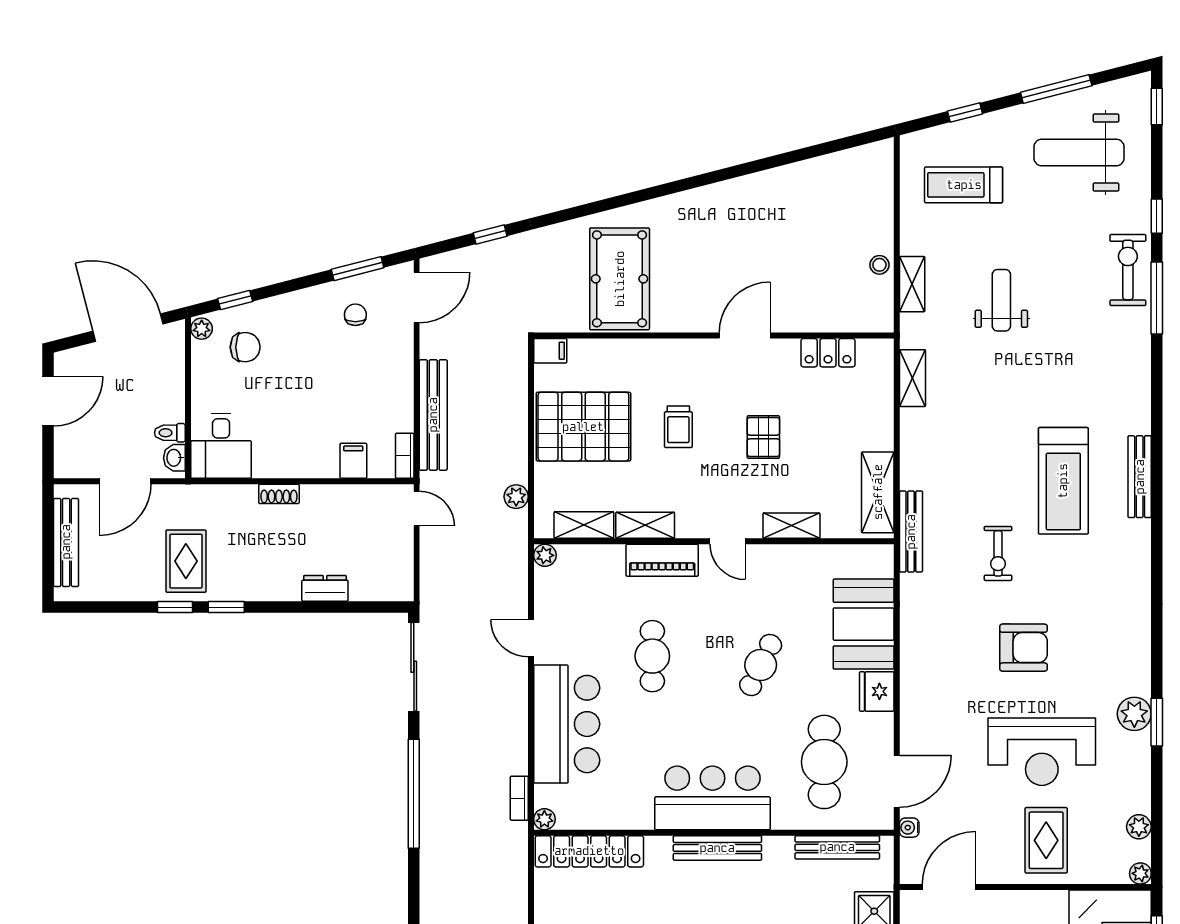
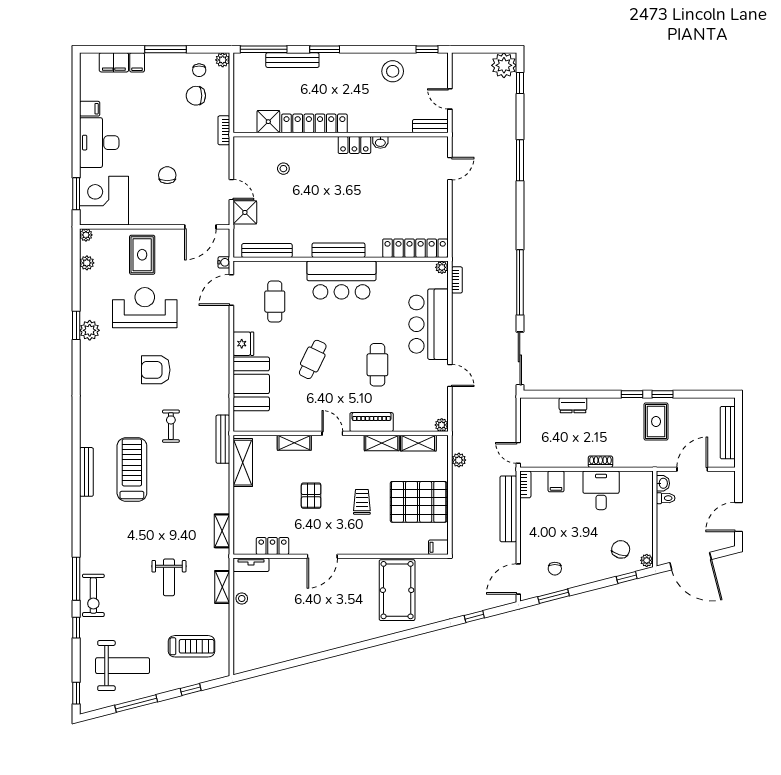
tv unit: (864, 321) -> (251, 565), added
chair: (245, 347) -> (621, 549), turned 107
desk: (221, 446) -> (601, 490), moved
cafe table: (824, 762) -> (275, 302), width x0.73, depth x0.74

